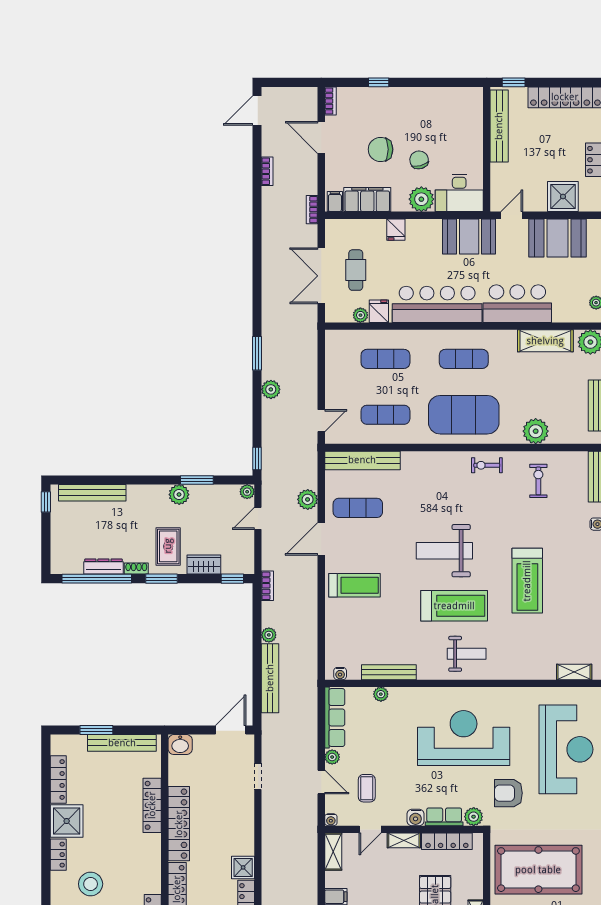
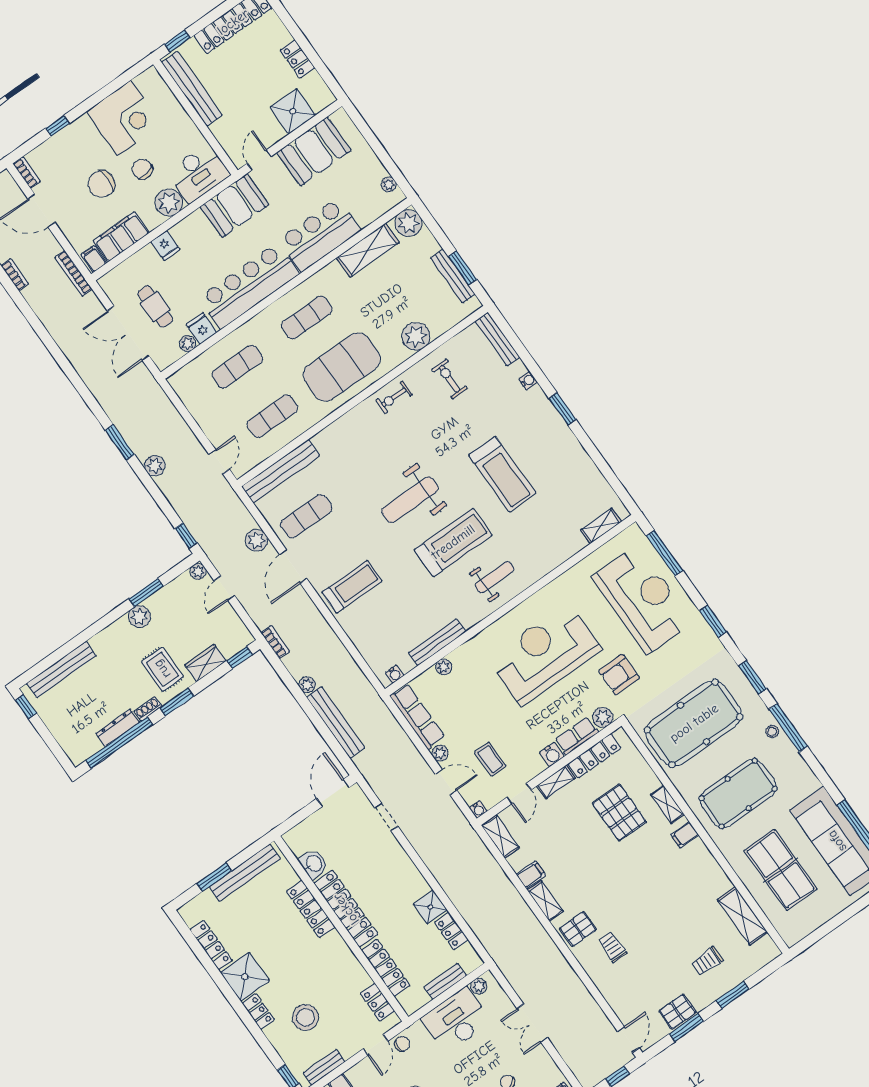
corner desk: (433, 112) -> (124, 118), added
bookcase: (312, 210) -> (74, 273), width x1.56
washbasin: (180, 745) -> (314, 864), moved, turned -90

